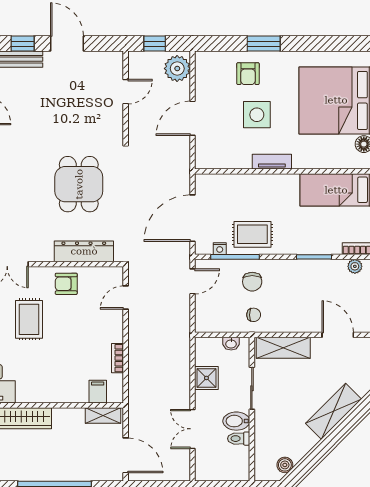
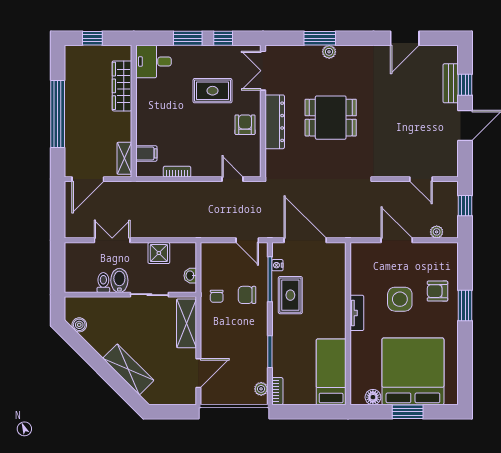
plant: (177, 69) -> (437, 232), width x0.53, depth x0.53
dining table: (79, 184) -> (331, 118), moved
dresser: (84, 251) -> (275, 122), moved

